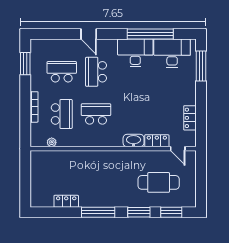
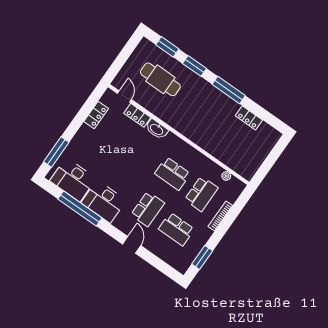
school desk: (62, 114) -> (201, 194), turned 180

